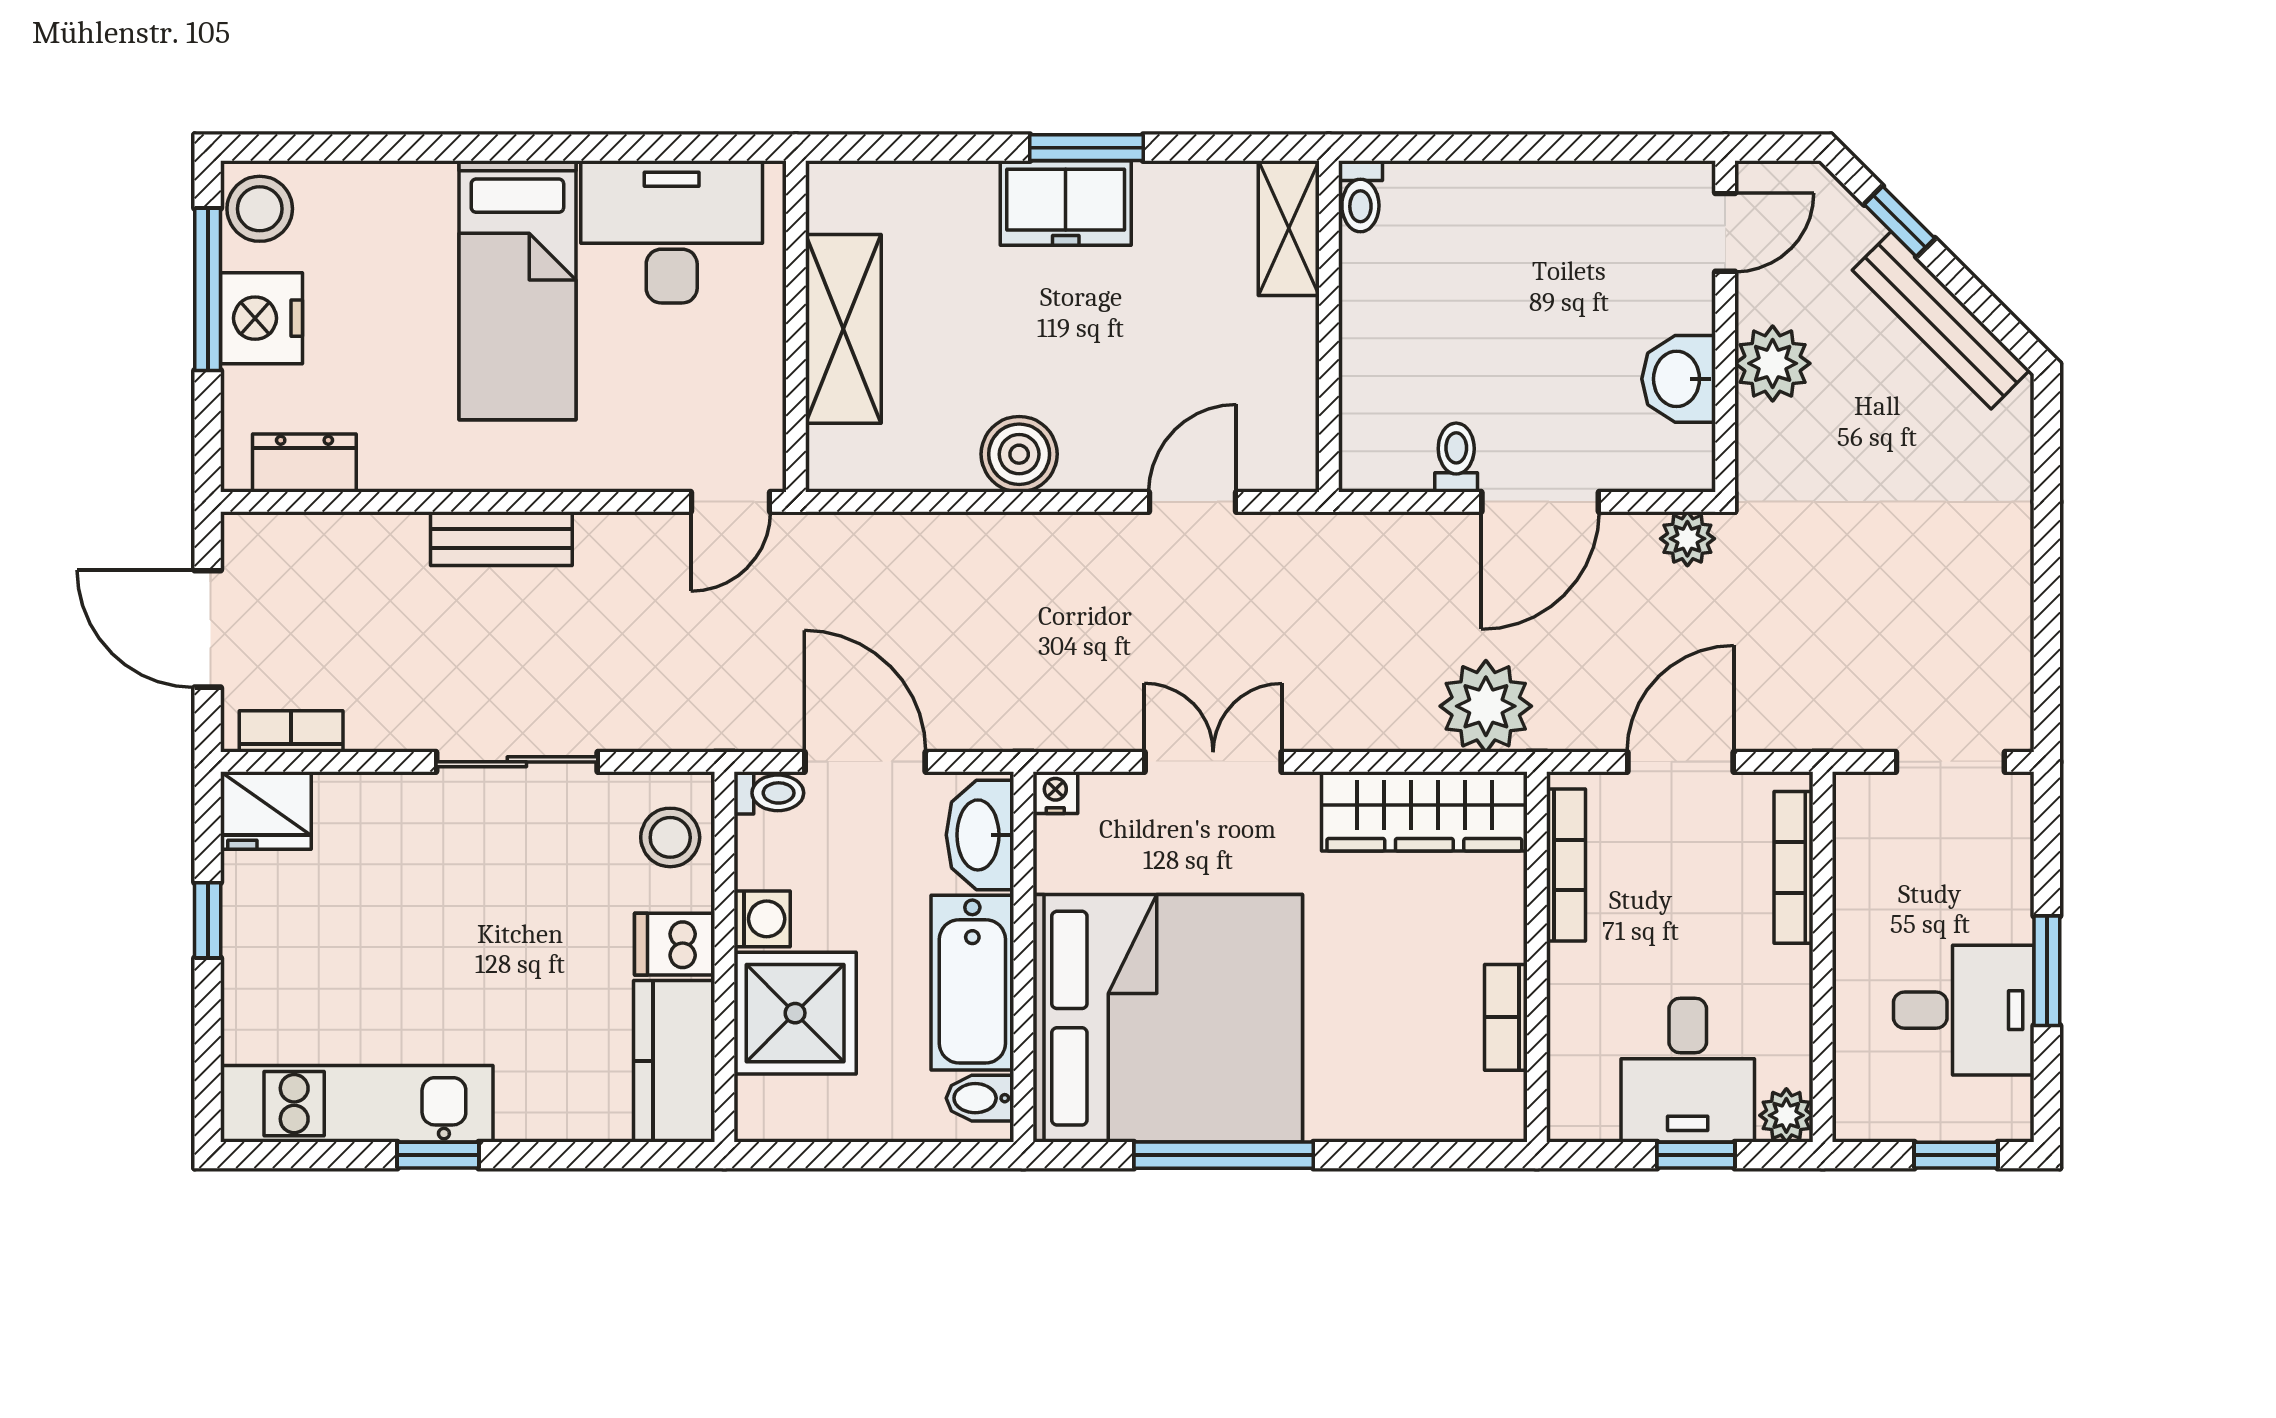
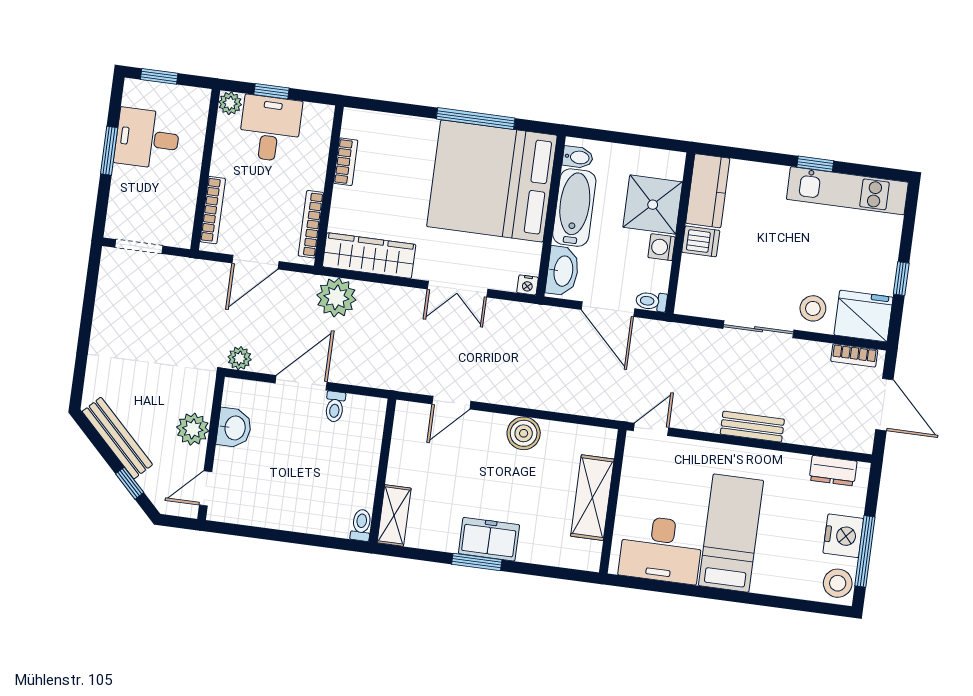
fridge: (266, 811) -> (863, 316), width x1.36, depth x1.34
stool: (670, 837) -> (813, 308), moved

